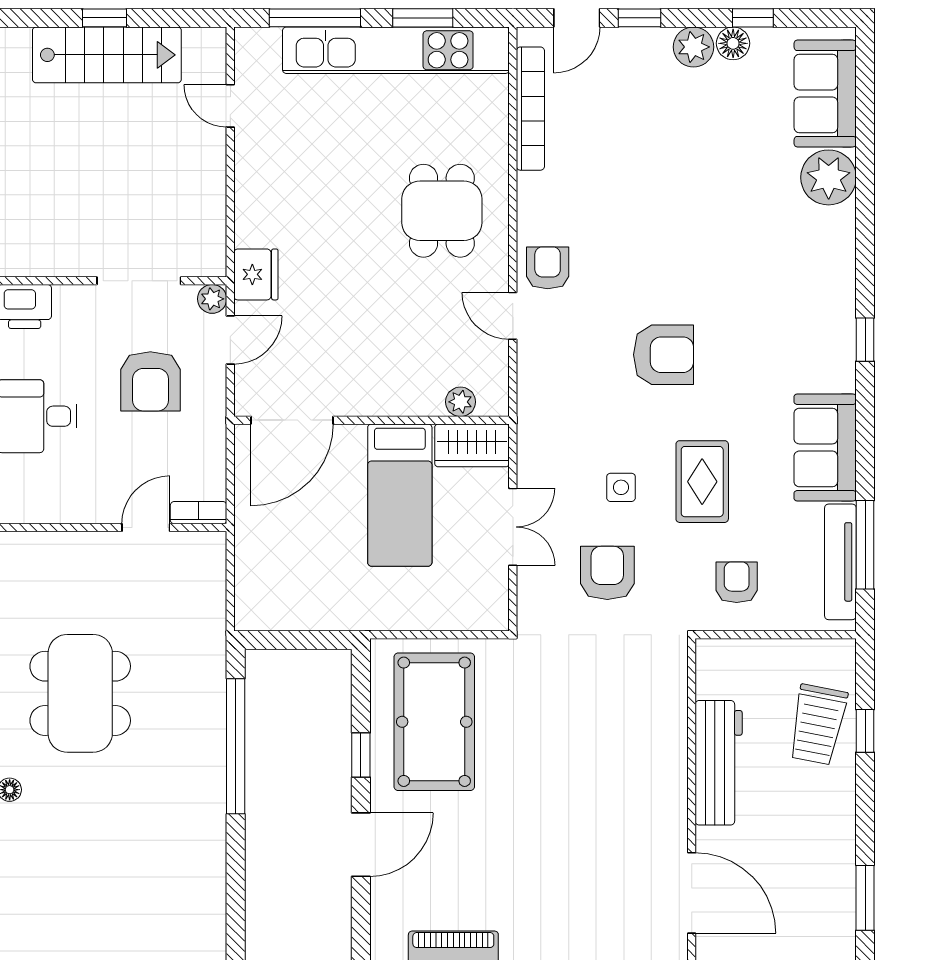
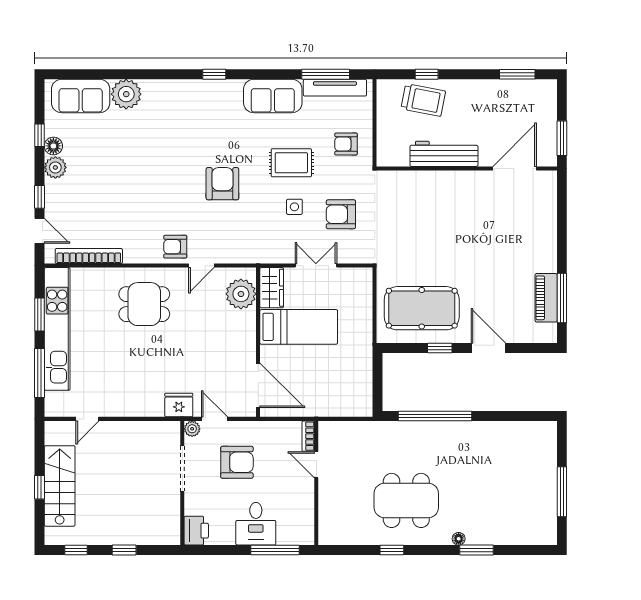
plant: (460, 402) -> (241, 294), width x1.87, depth x1.87

